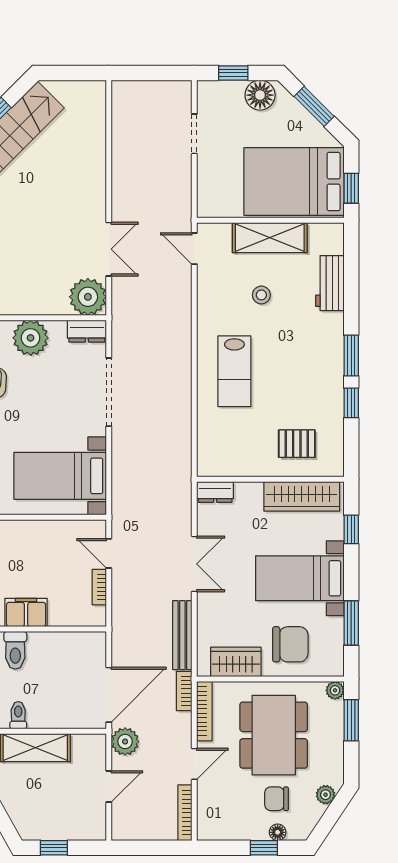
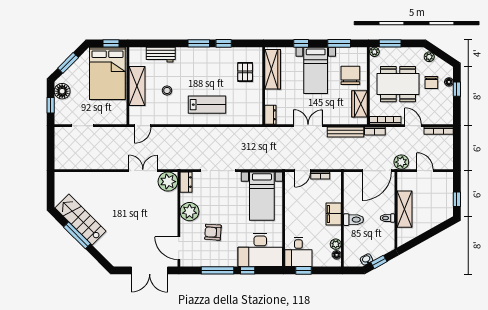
window: (351, 529) -> (301, 43), moved
door: (109, 695) -> (377, 171), swing flipped

